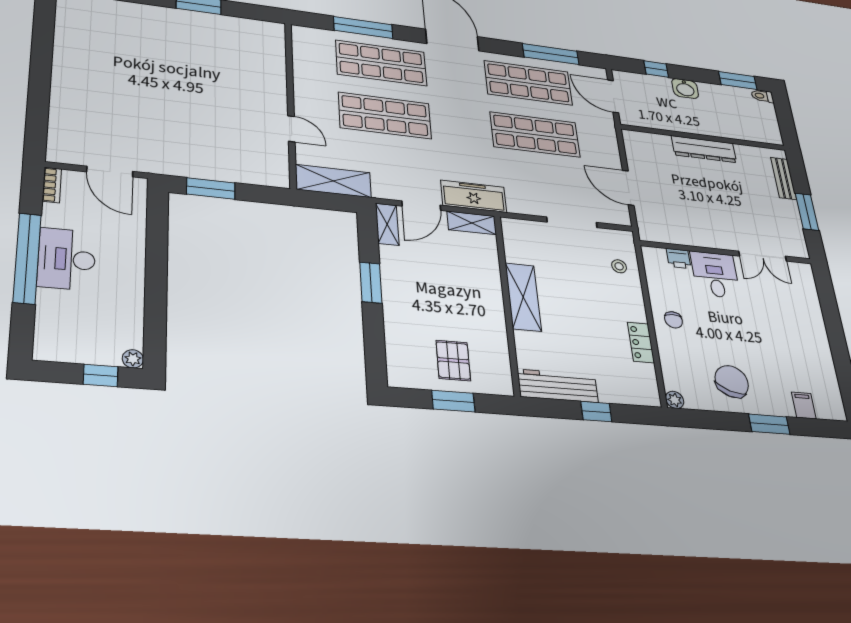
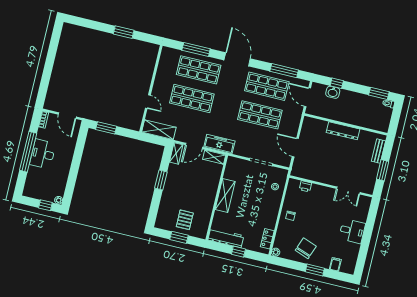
washbasin: (685, 88) -> (333, 92), moved
desk: (715, 275) -> (352, 231), moved, turned 90
locker: (641, 342) -> (267, 239), moved

